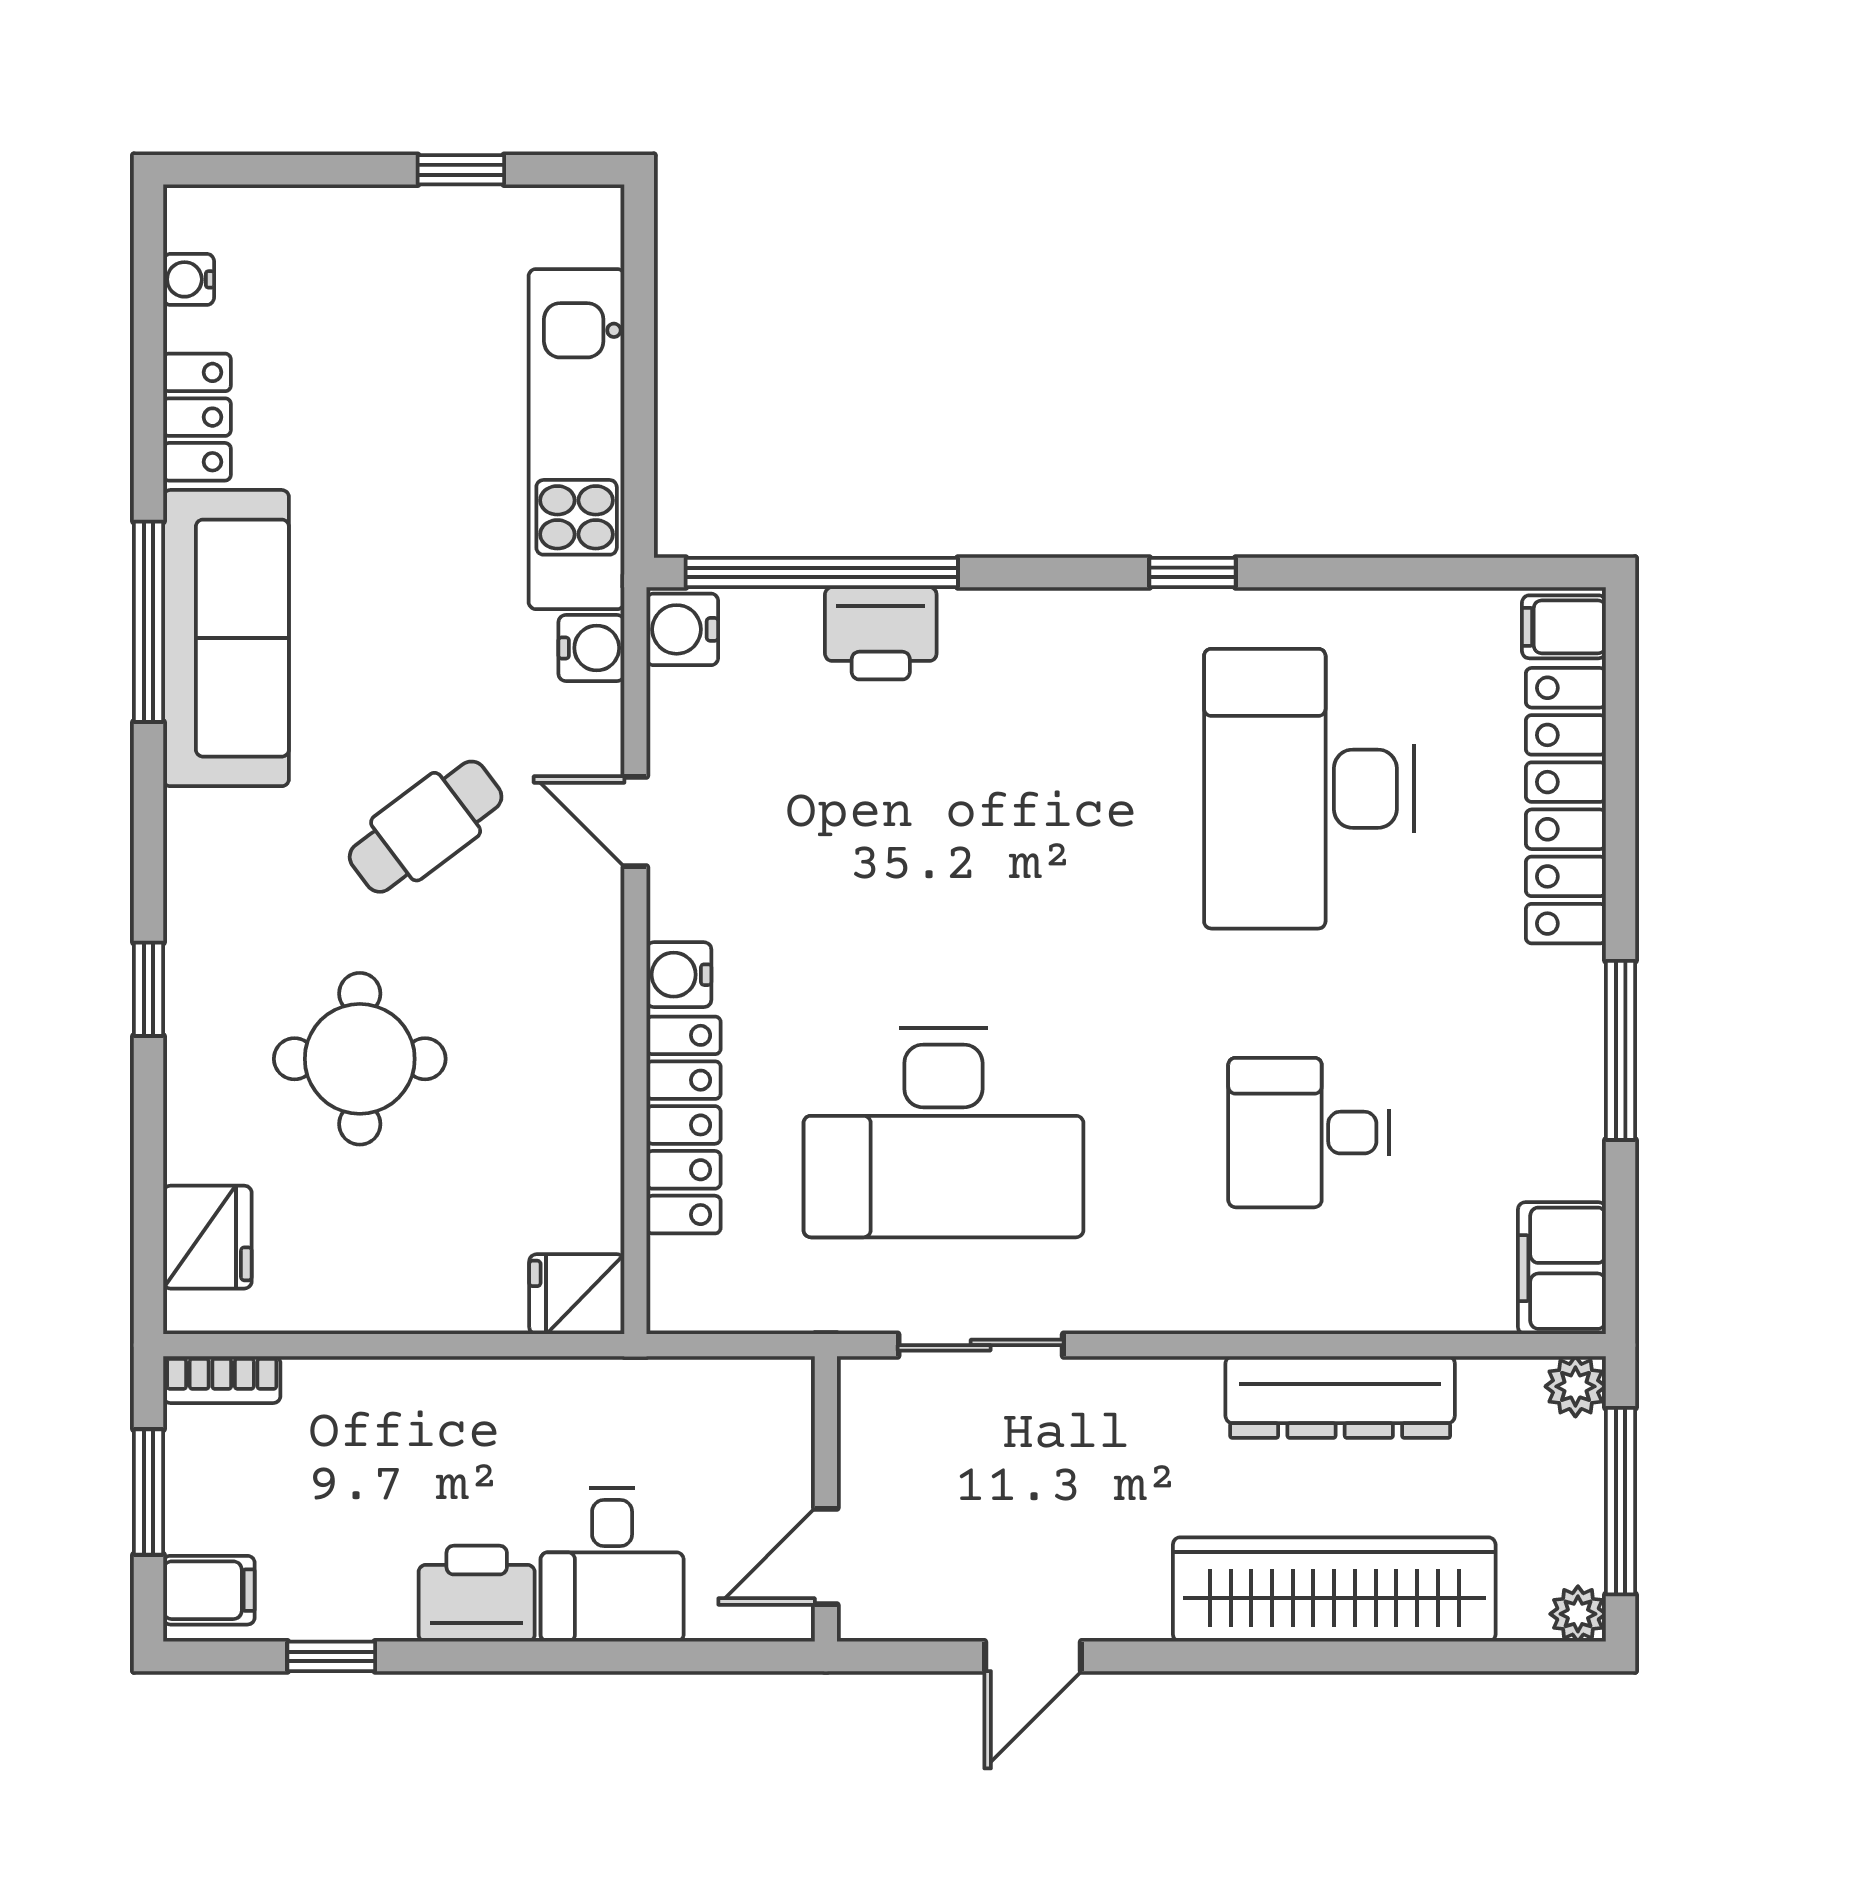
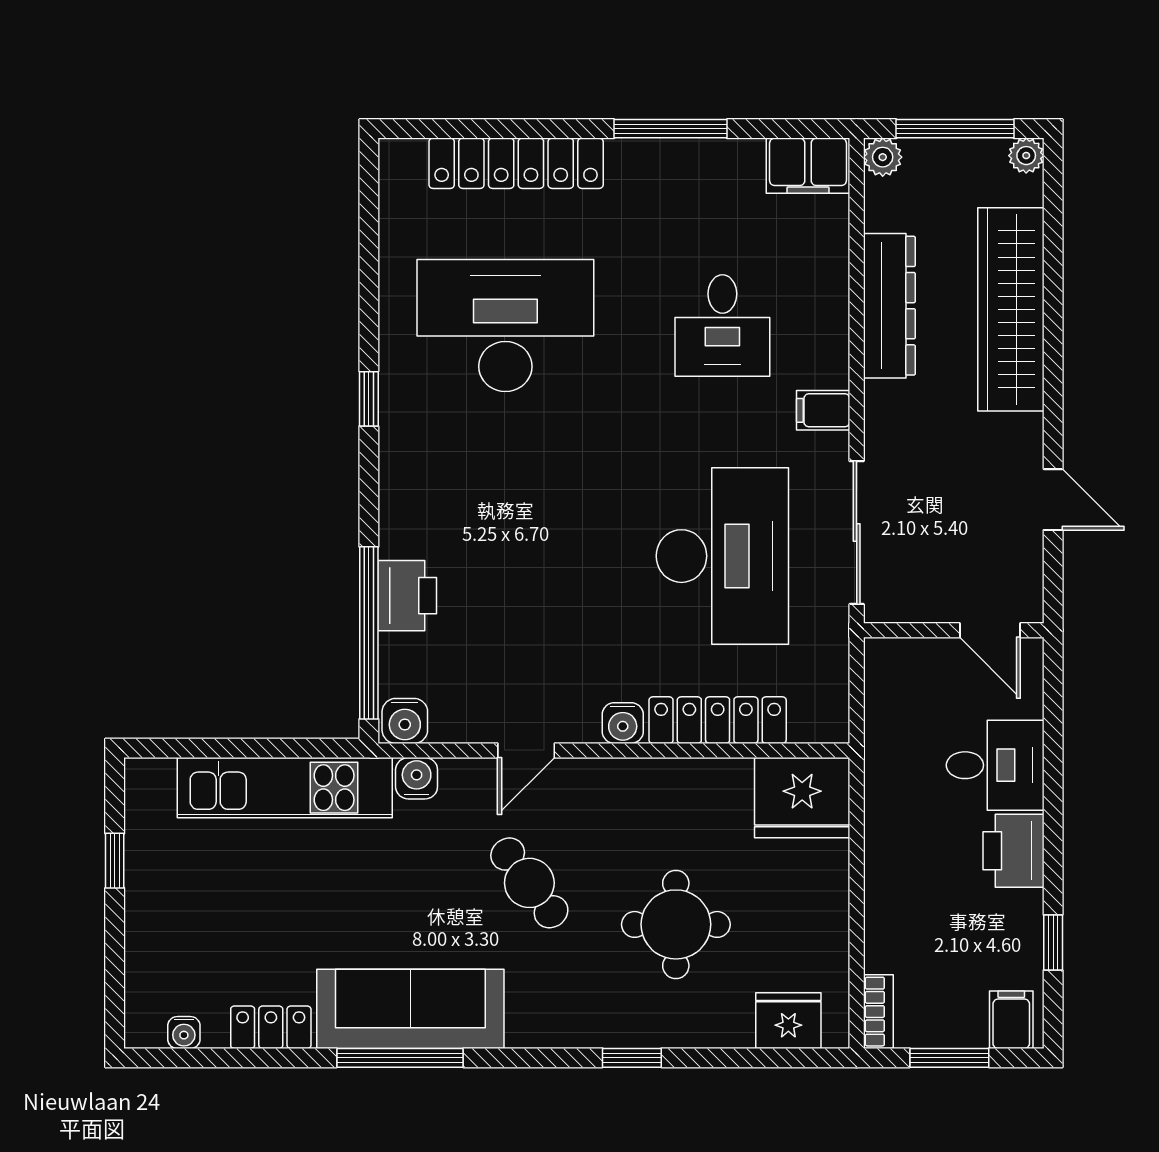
filing cabinet: (1564, 627) -> (823, 410), moved, turned 90
desk: (1309, 789) -> (505, 325), turned 180
fridge: (577, 1294) -> (802, 798), width x1.88, depth x1.34
sliding door: (981, 1345) -> (857, 533), width x1.37

